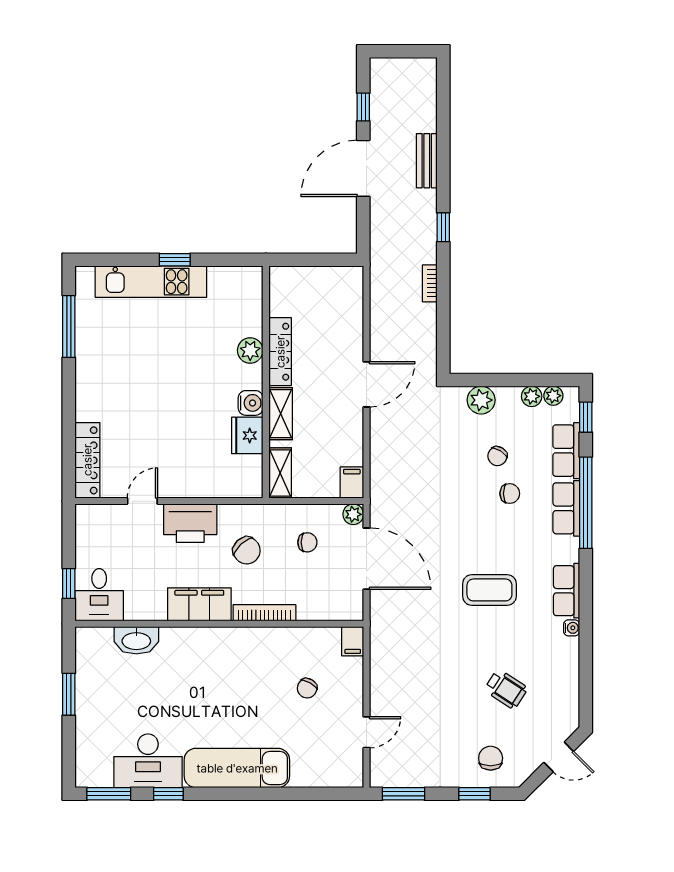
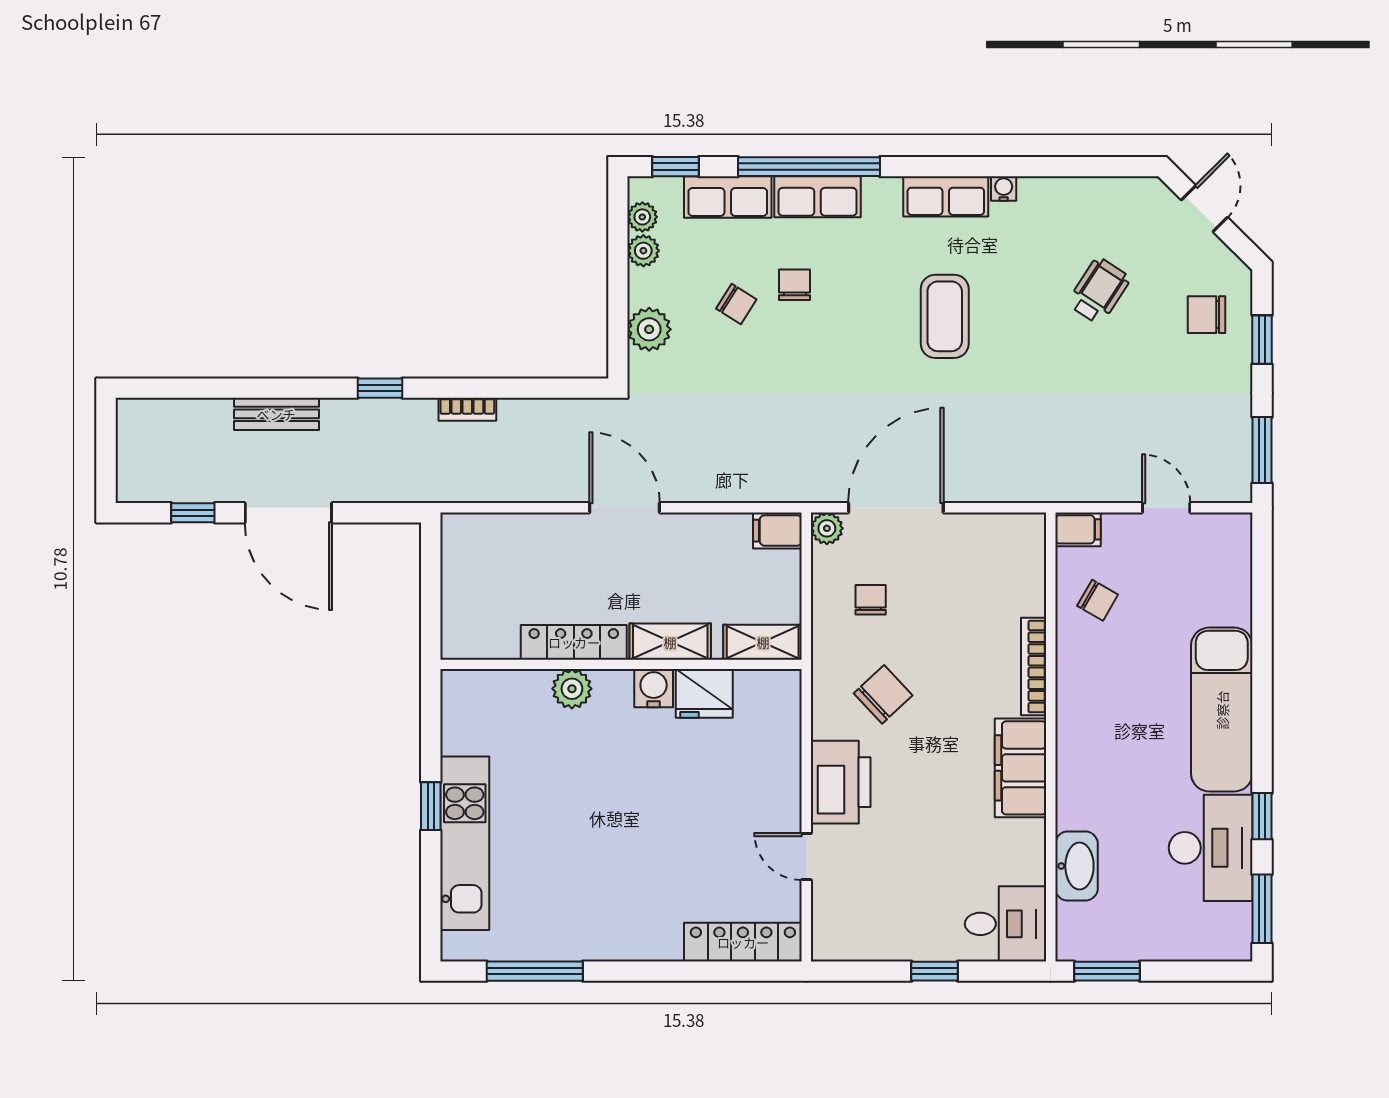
desk: (99, 595) -> (1005, 924), moved
filing cabinet: (199, 604) -> (1020, 768), moved
bookcase: (264, 613) -> (1034, 667), moved
wall: (219, 624) -> (1051, 737), moved
washbasin: (136, 640) -> (1077, 866), moved
filing cabinet: (353, 641) -> (1078, 529), moved

